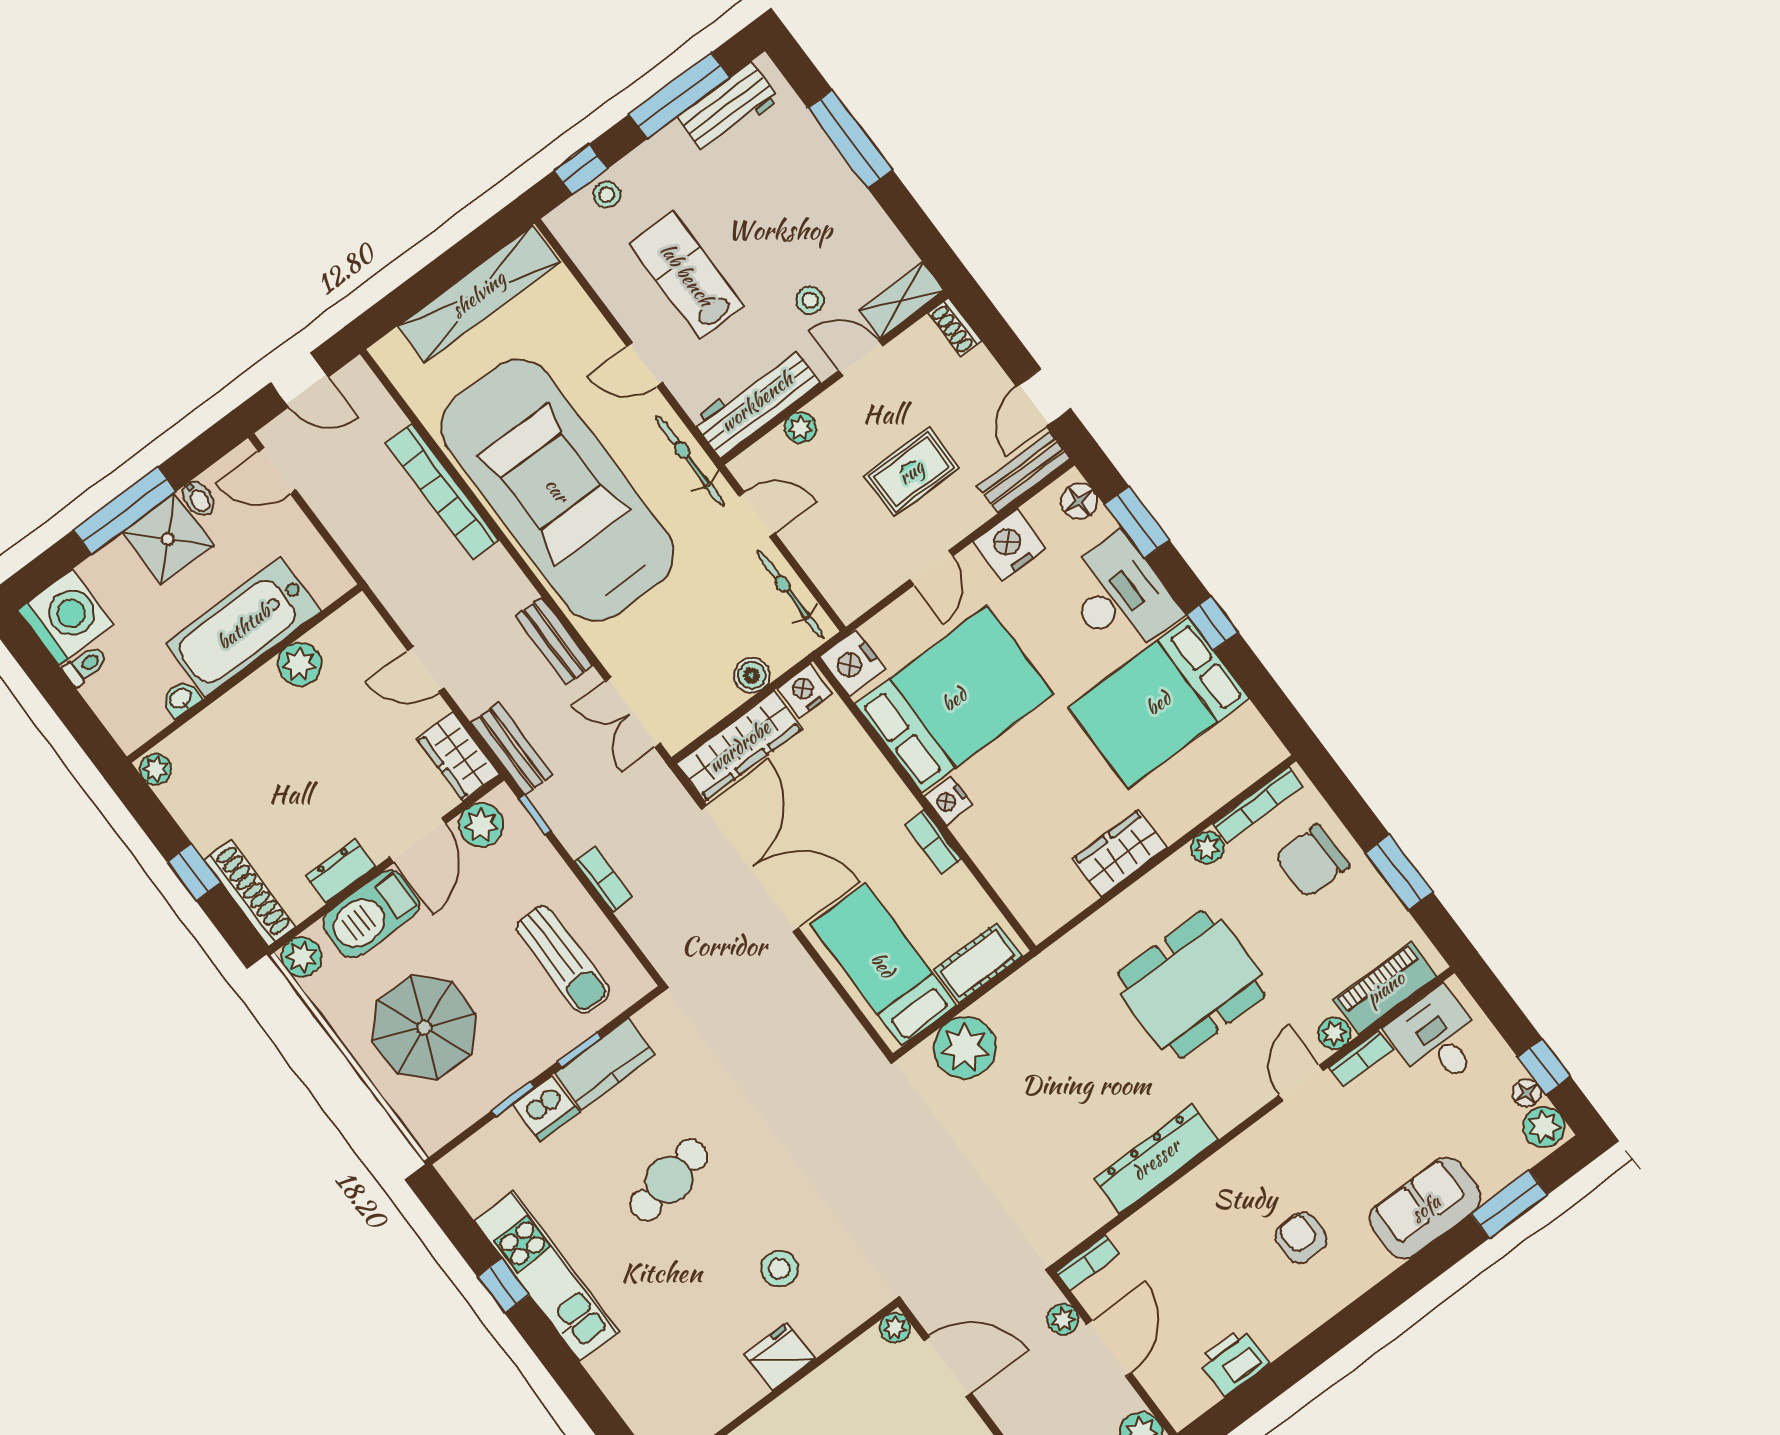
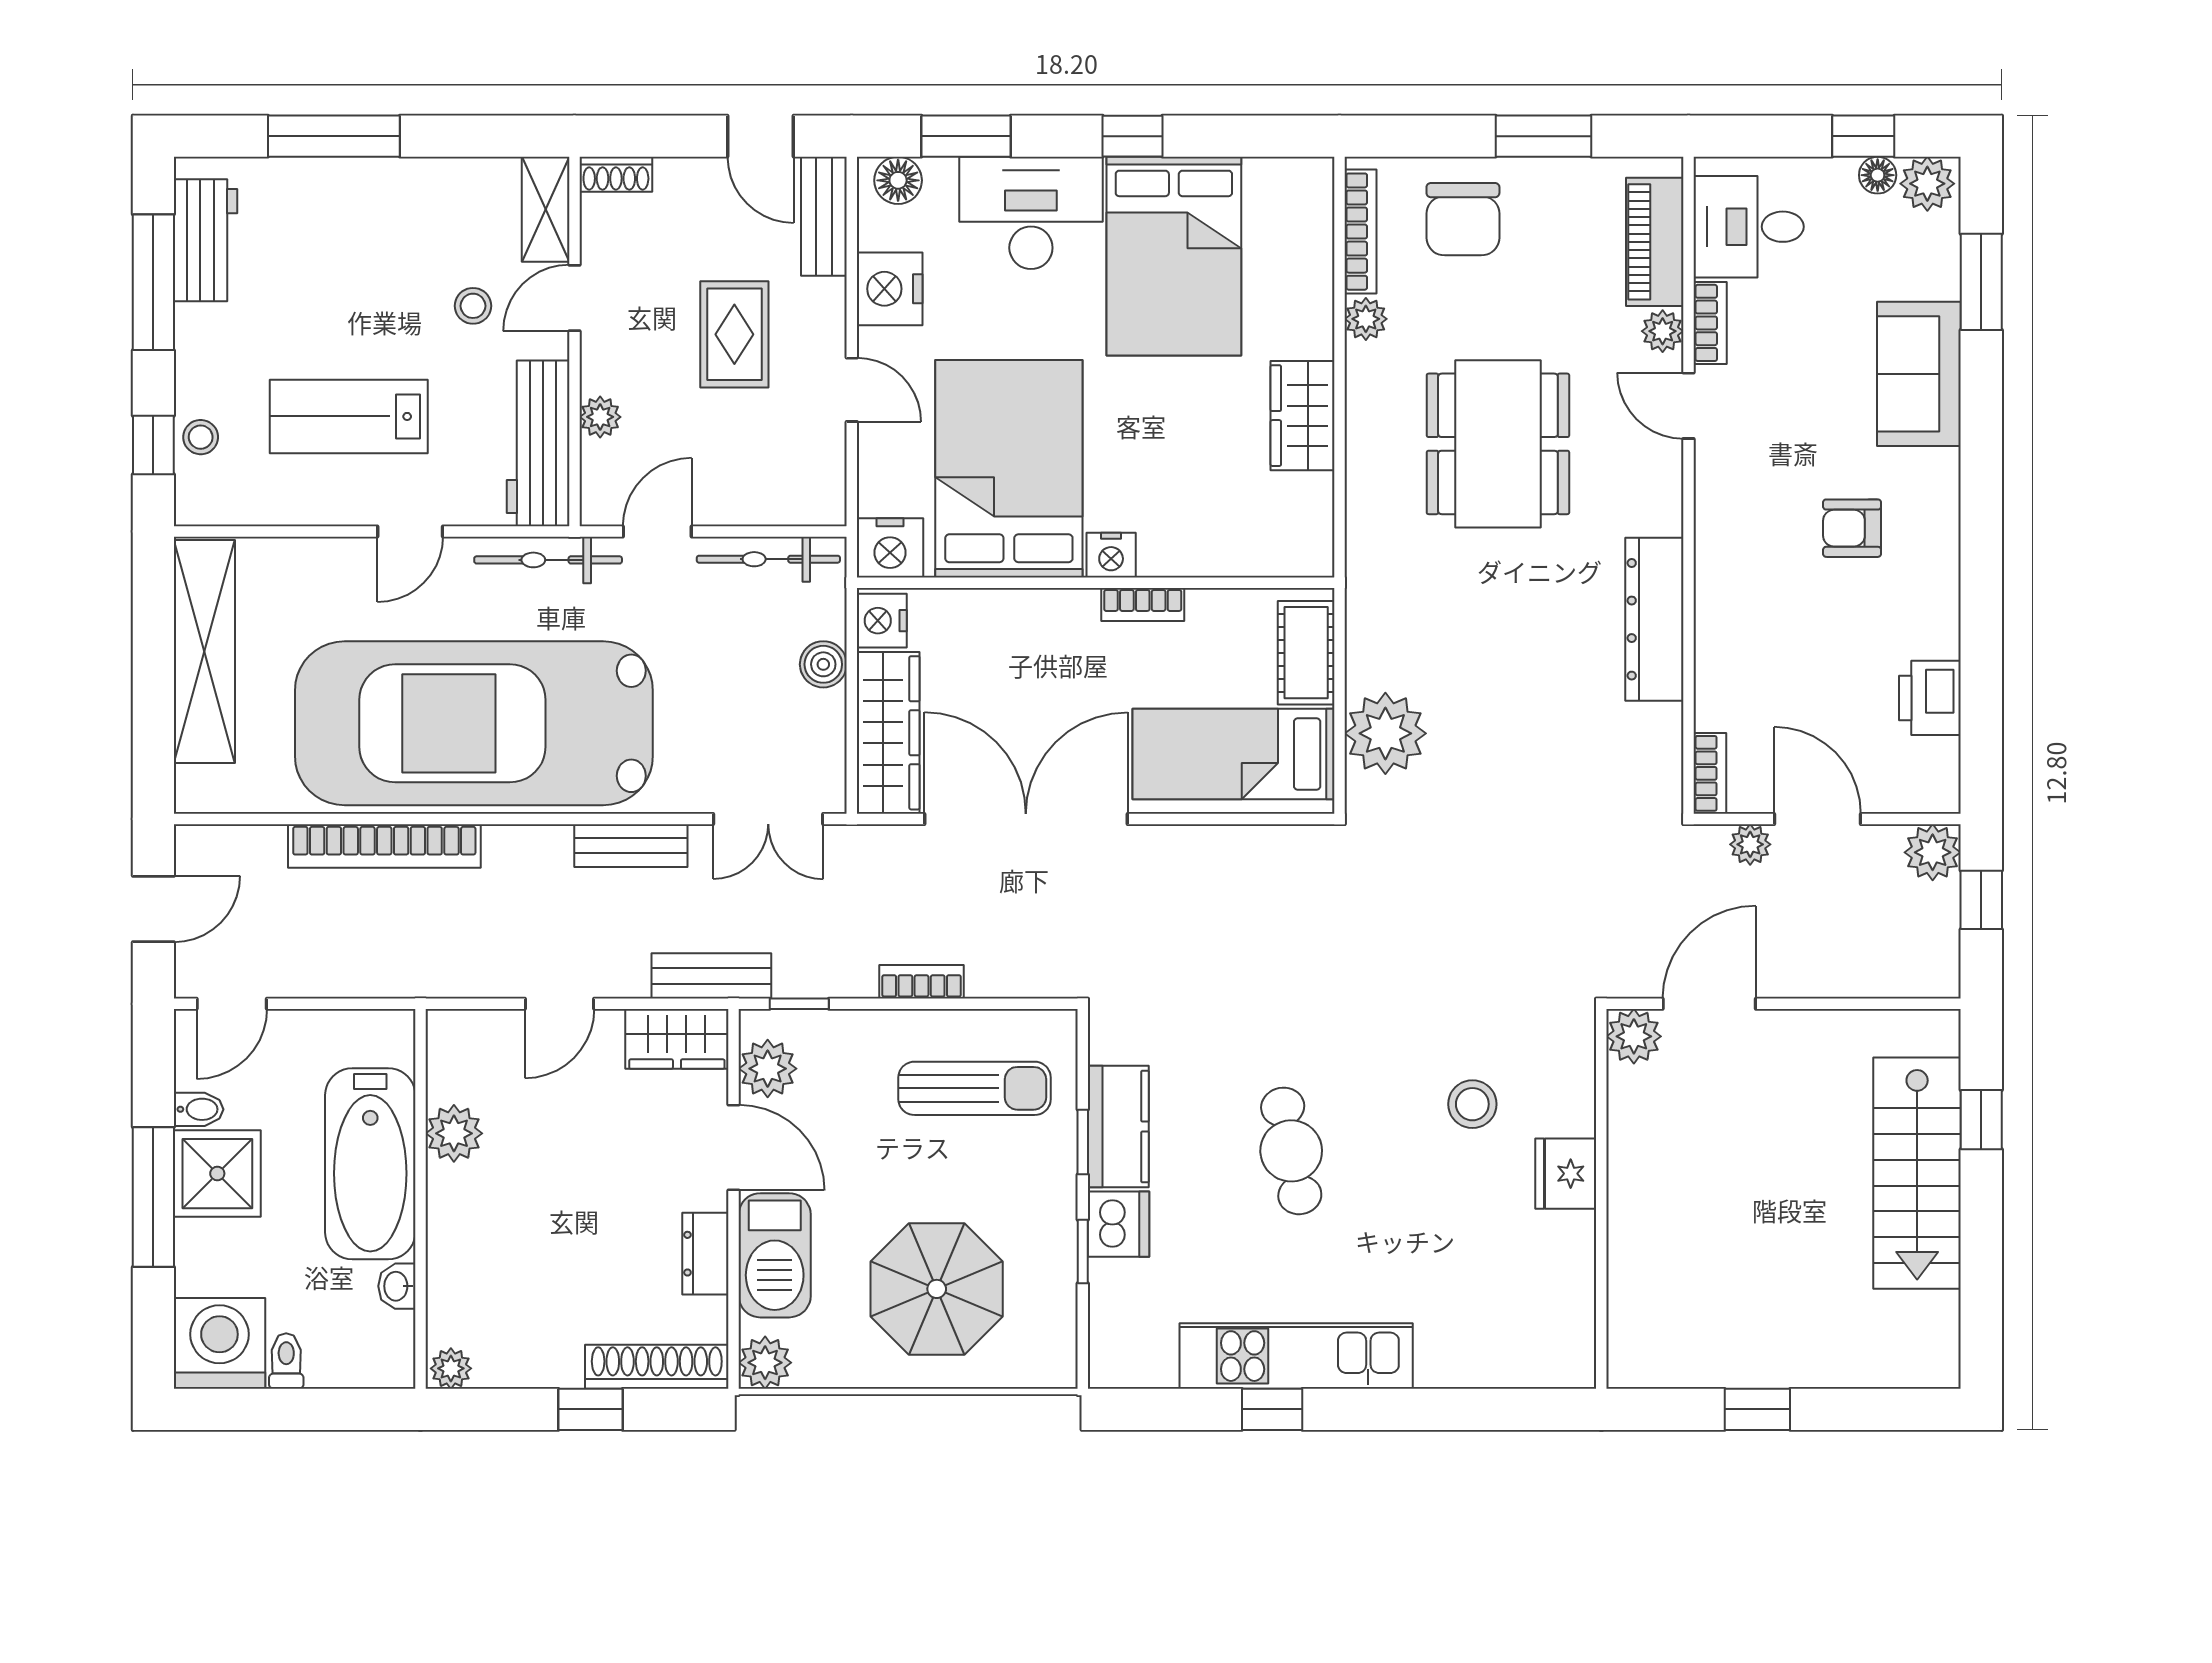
plant: (895, 1328) -> (1634, 1036), width x1.38, depth x1.38

